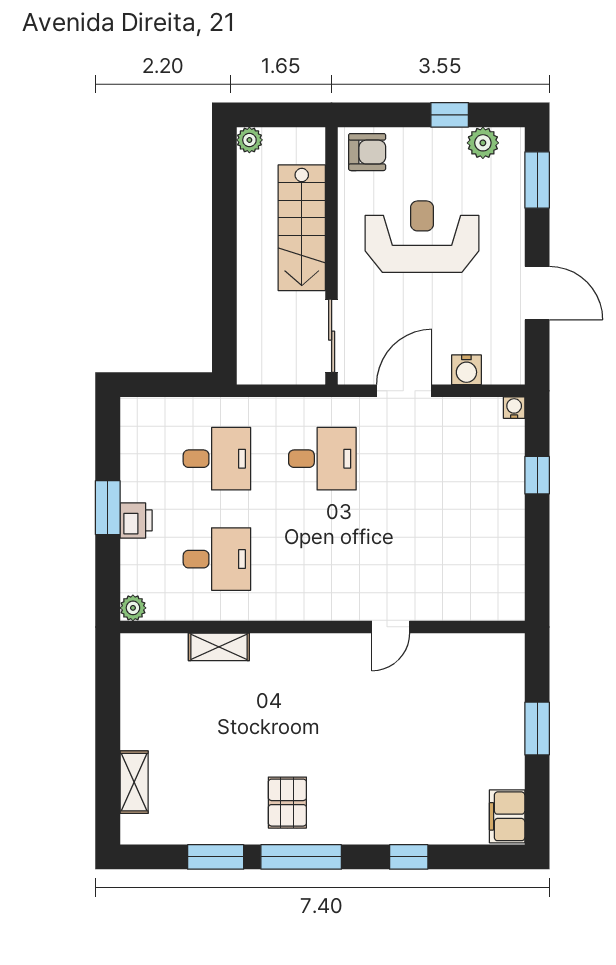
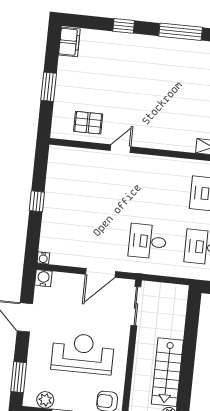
stairs: (302, 228) -> (167, 372), moved, turned 180
reception desk: (422, 237) -> (83, 353), turned 180
water cooler: (466, 370) -> (43, 278), moved
window: (537, 475) -> (37, 201), moved
pallet: (287, 803) -> (88, 123), moved, turned 90

